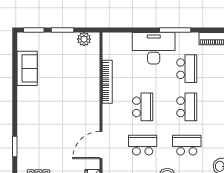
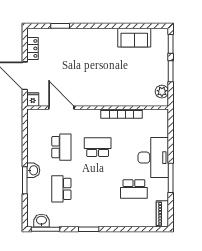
school desk: (143, 107) -> (98, 147), turned 180
school desk: (187, 107) -> (98, 189), removed
school desk: (187, 145) -> (61, 189), turned 180

